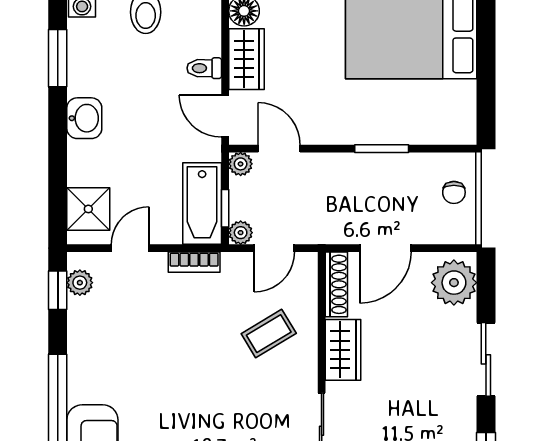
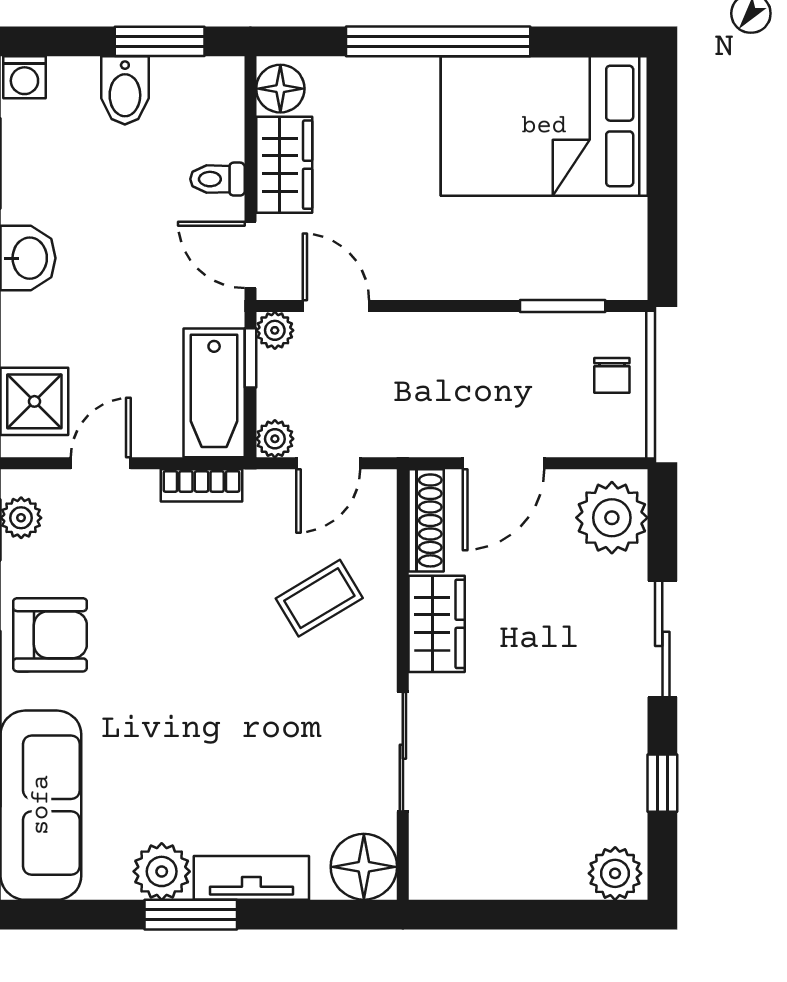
window: (382, 149) -> (563, 306), moved
window: (225, 208) -> (250, 358), moved
armchair: (98, 357) -> (50, 635), added

